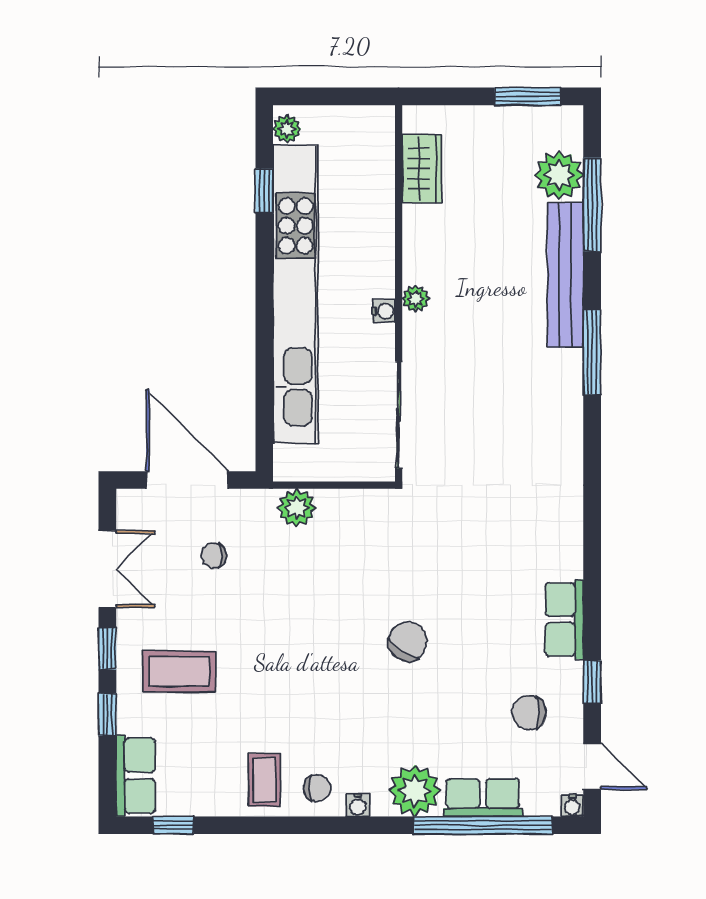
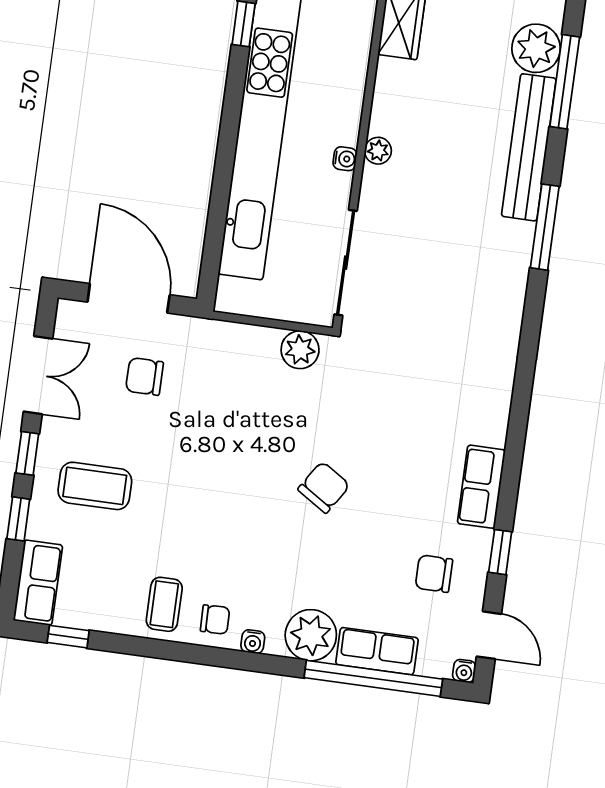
plant: (297, 508) -> (300, 350), moved
chair: (214, 556) -> (145, 376), width x1.37, depth x1.37

